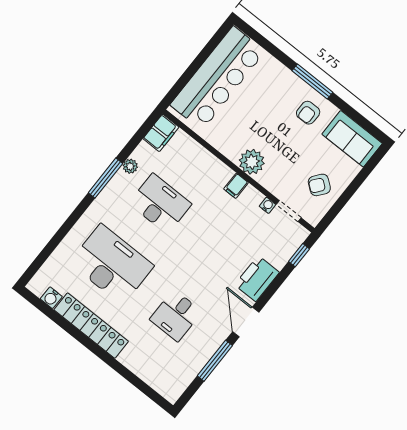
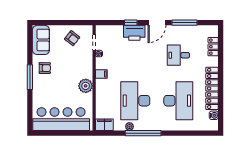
plant: (252, 162) -> (86, 86), moved
window: (105, 178) -> (143, 133), width x1.46
desk: (160, 204) -> (135, 101), width x1.36, depth x1.30
window: (299, 255) -> (131, 23), moved
desk: (112, 264) -> (178, 101), turned 180
desk: (176, 316) -> (178, 55), turned 180
locker: (149, 374) -> (213, 47), added

